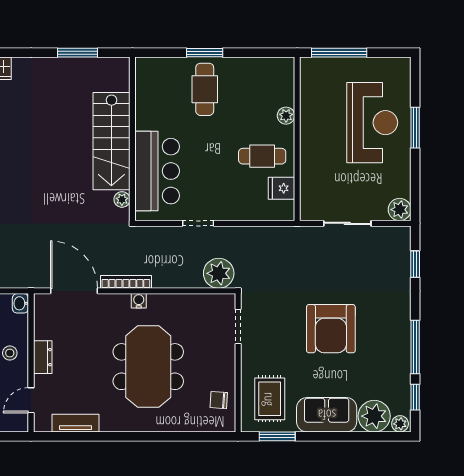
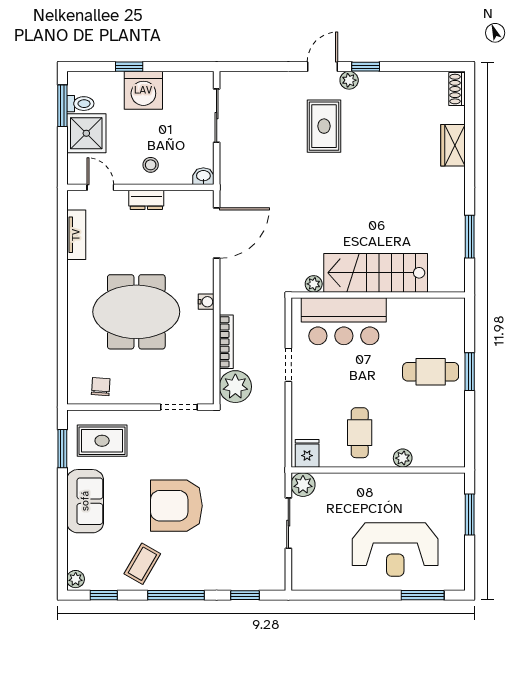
window: (339, 53) -> (470, 515), width x0.69
window: (415, 128) -> (423, 595), moved
fridge: (281, 188) -> (307, 453), moved
plant: (400, 210) -> (303, 485), moved
bookcase: (126, 282) -> (226, 342), moved
window: (415, 347) -> (176, 595), moved
coffee table: (386, 361) -> (142, 564), added
plant: (374, 416) -> (84, 552), removed

